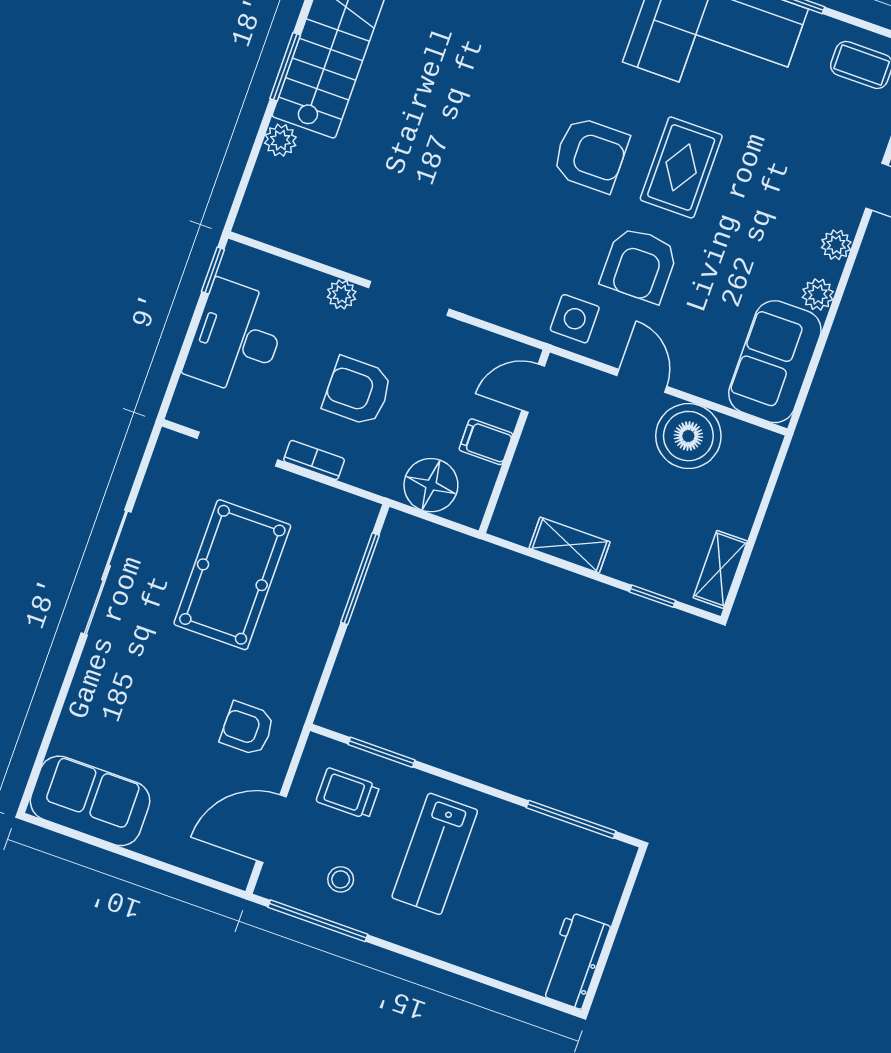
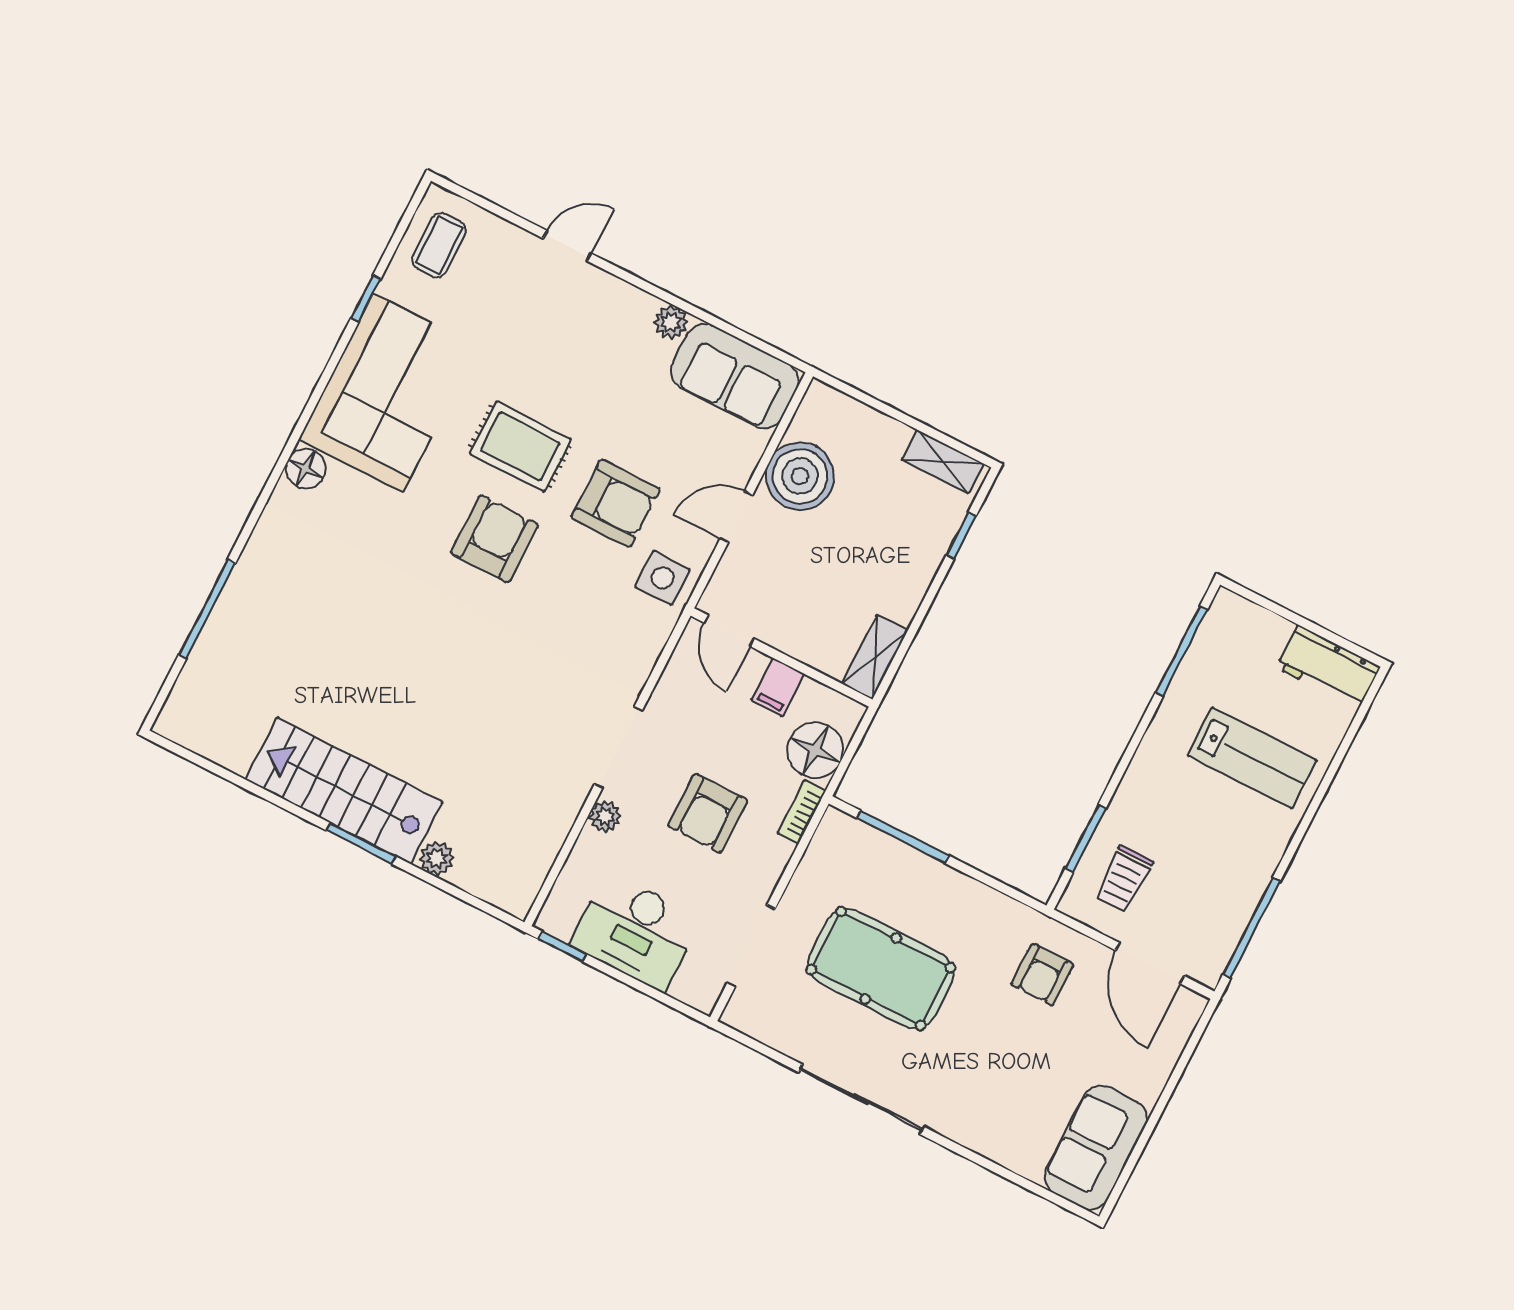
plant: (836, 245) -> (622, 296), removed
bookcase: (314, 460) -> (802, 812), moved
shelving: (570, 545) -> (875, 657), moved
lab bench: (435, 854) -> (1252, 758), moved
stool: (341, 879) -> (1212, 898), removed

